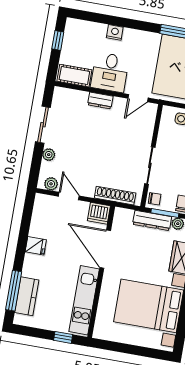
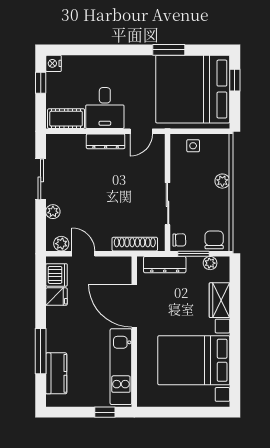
nightstand: (115, 32) -> (54, 63), moved, turned -90
dresser: (100, 101) -> (106, 141), width x1.44
dishwasher: (99, 213) -> (57, 275), moved, turned -90
dresser: (152, 220) -> (165, 265), moved
fridge: (36, 246) -> (56, 297), moved
window: (14, 291) -> (41, 351), moved

